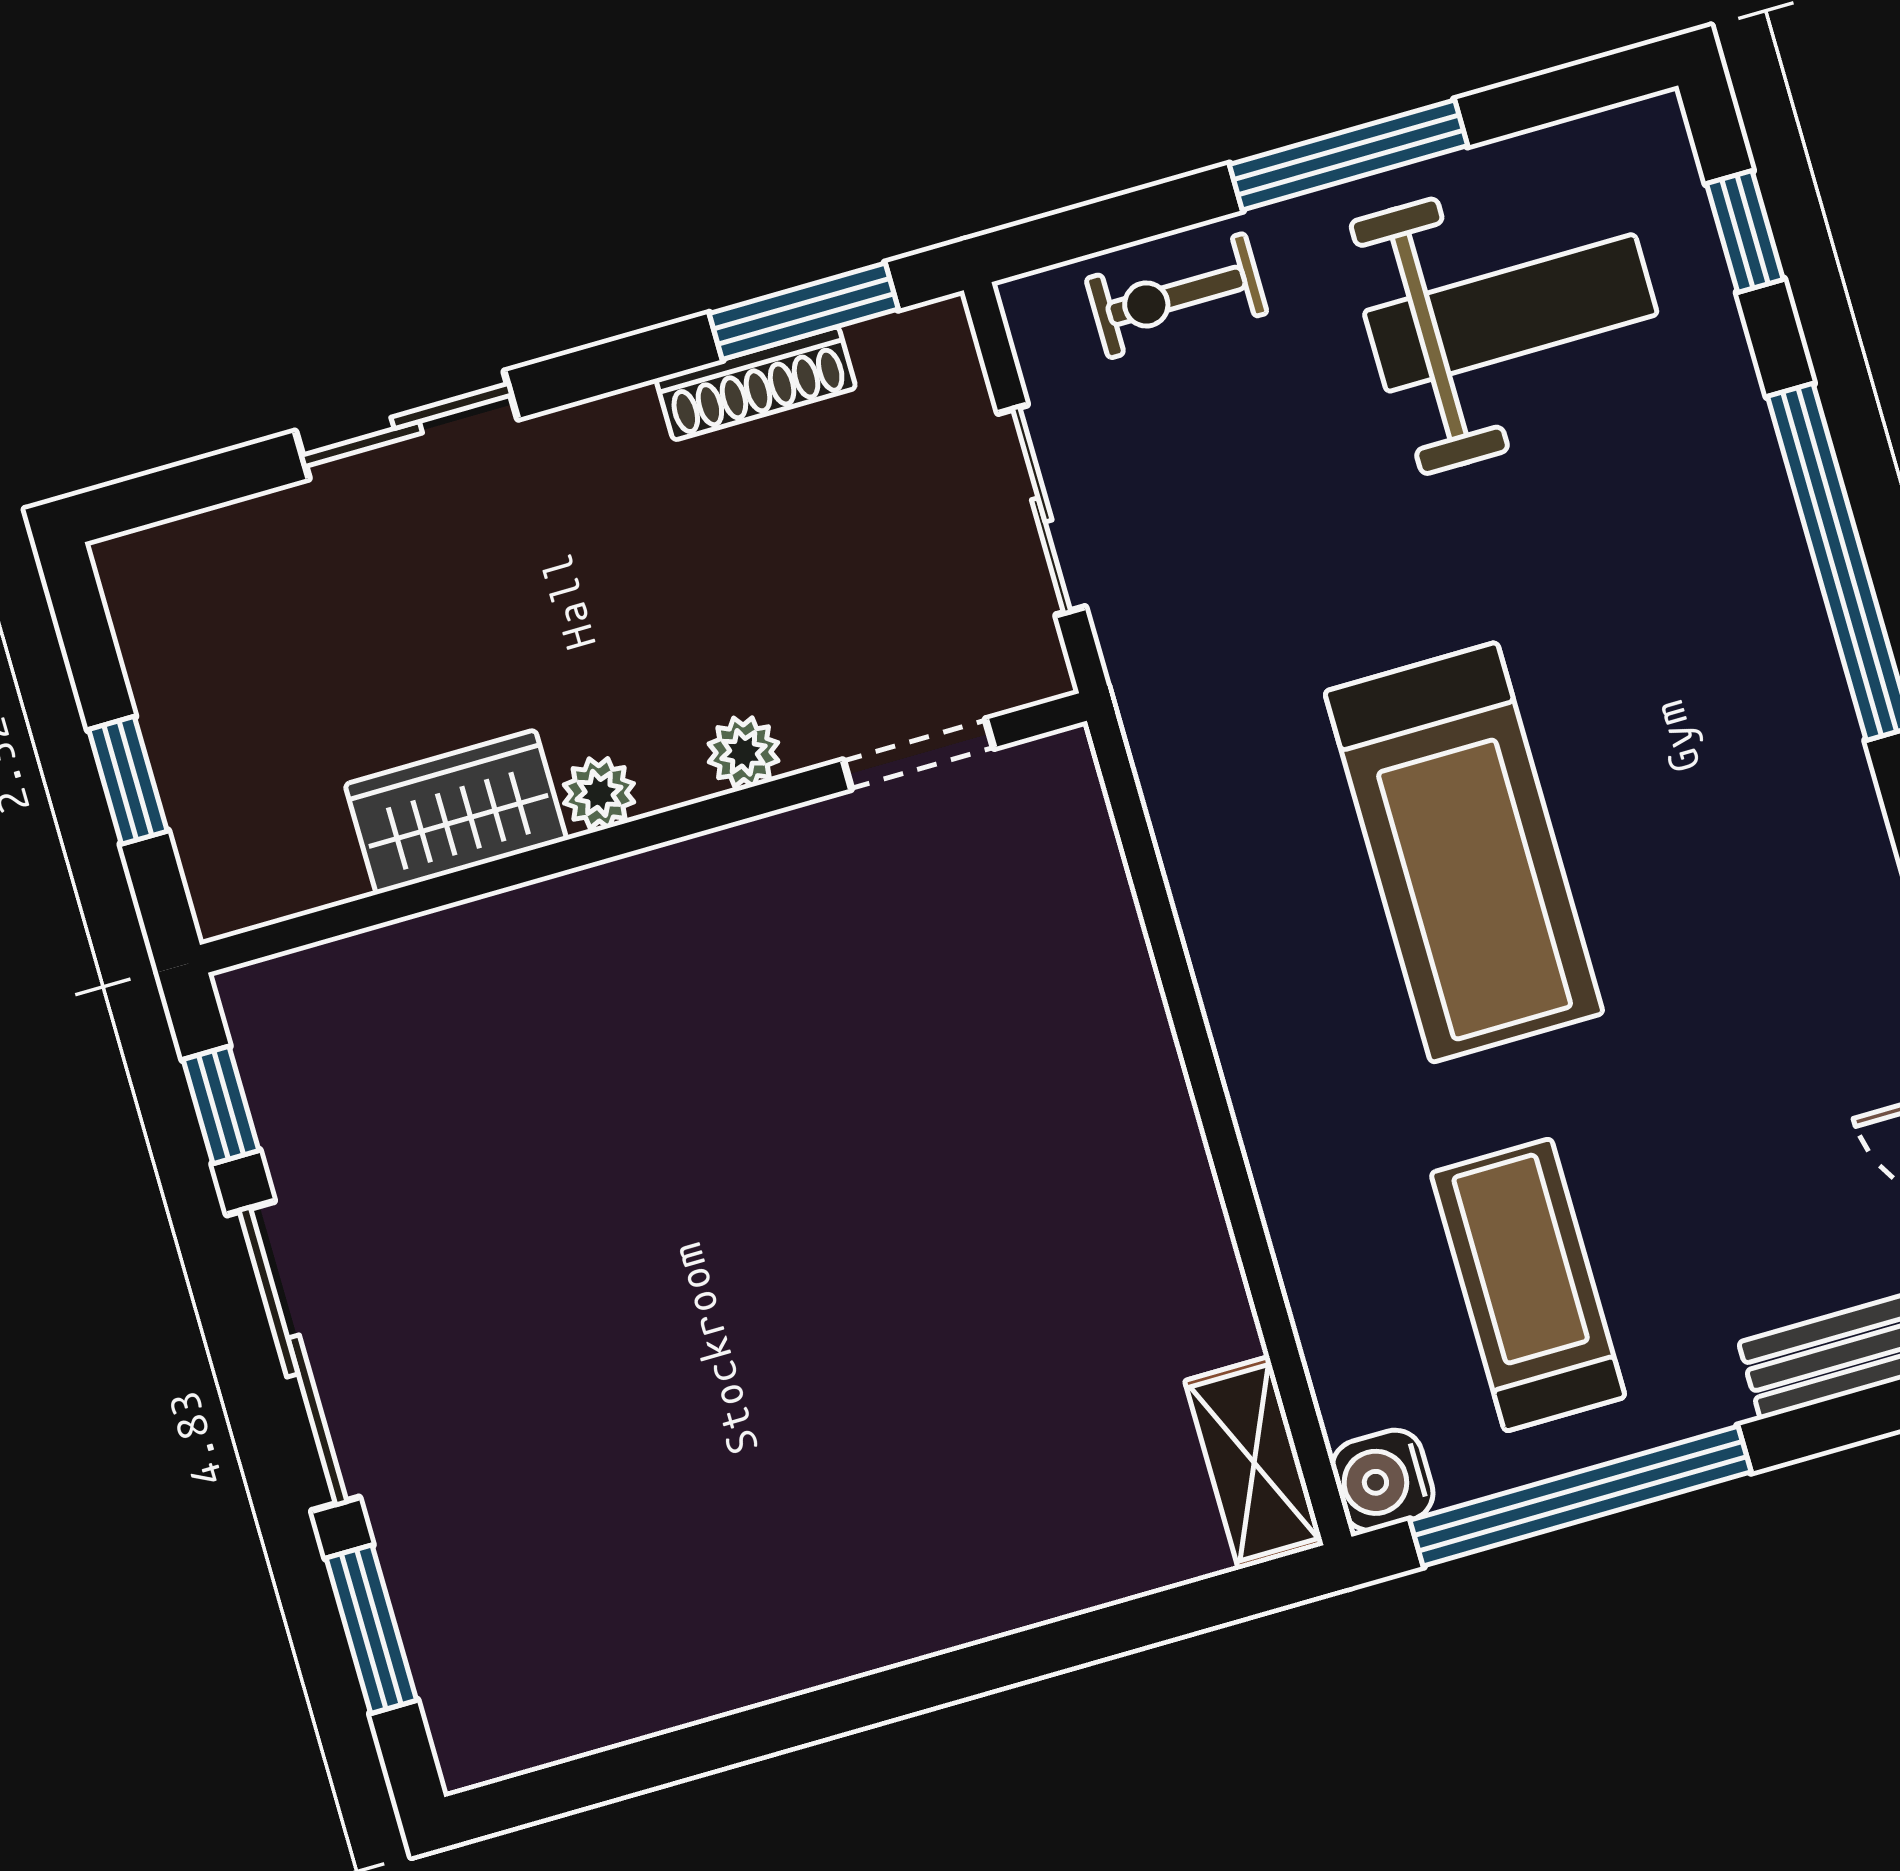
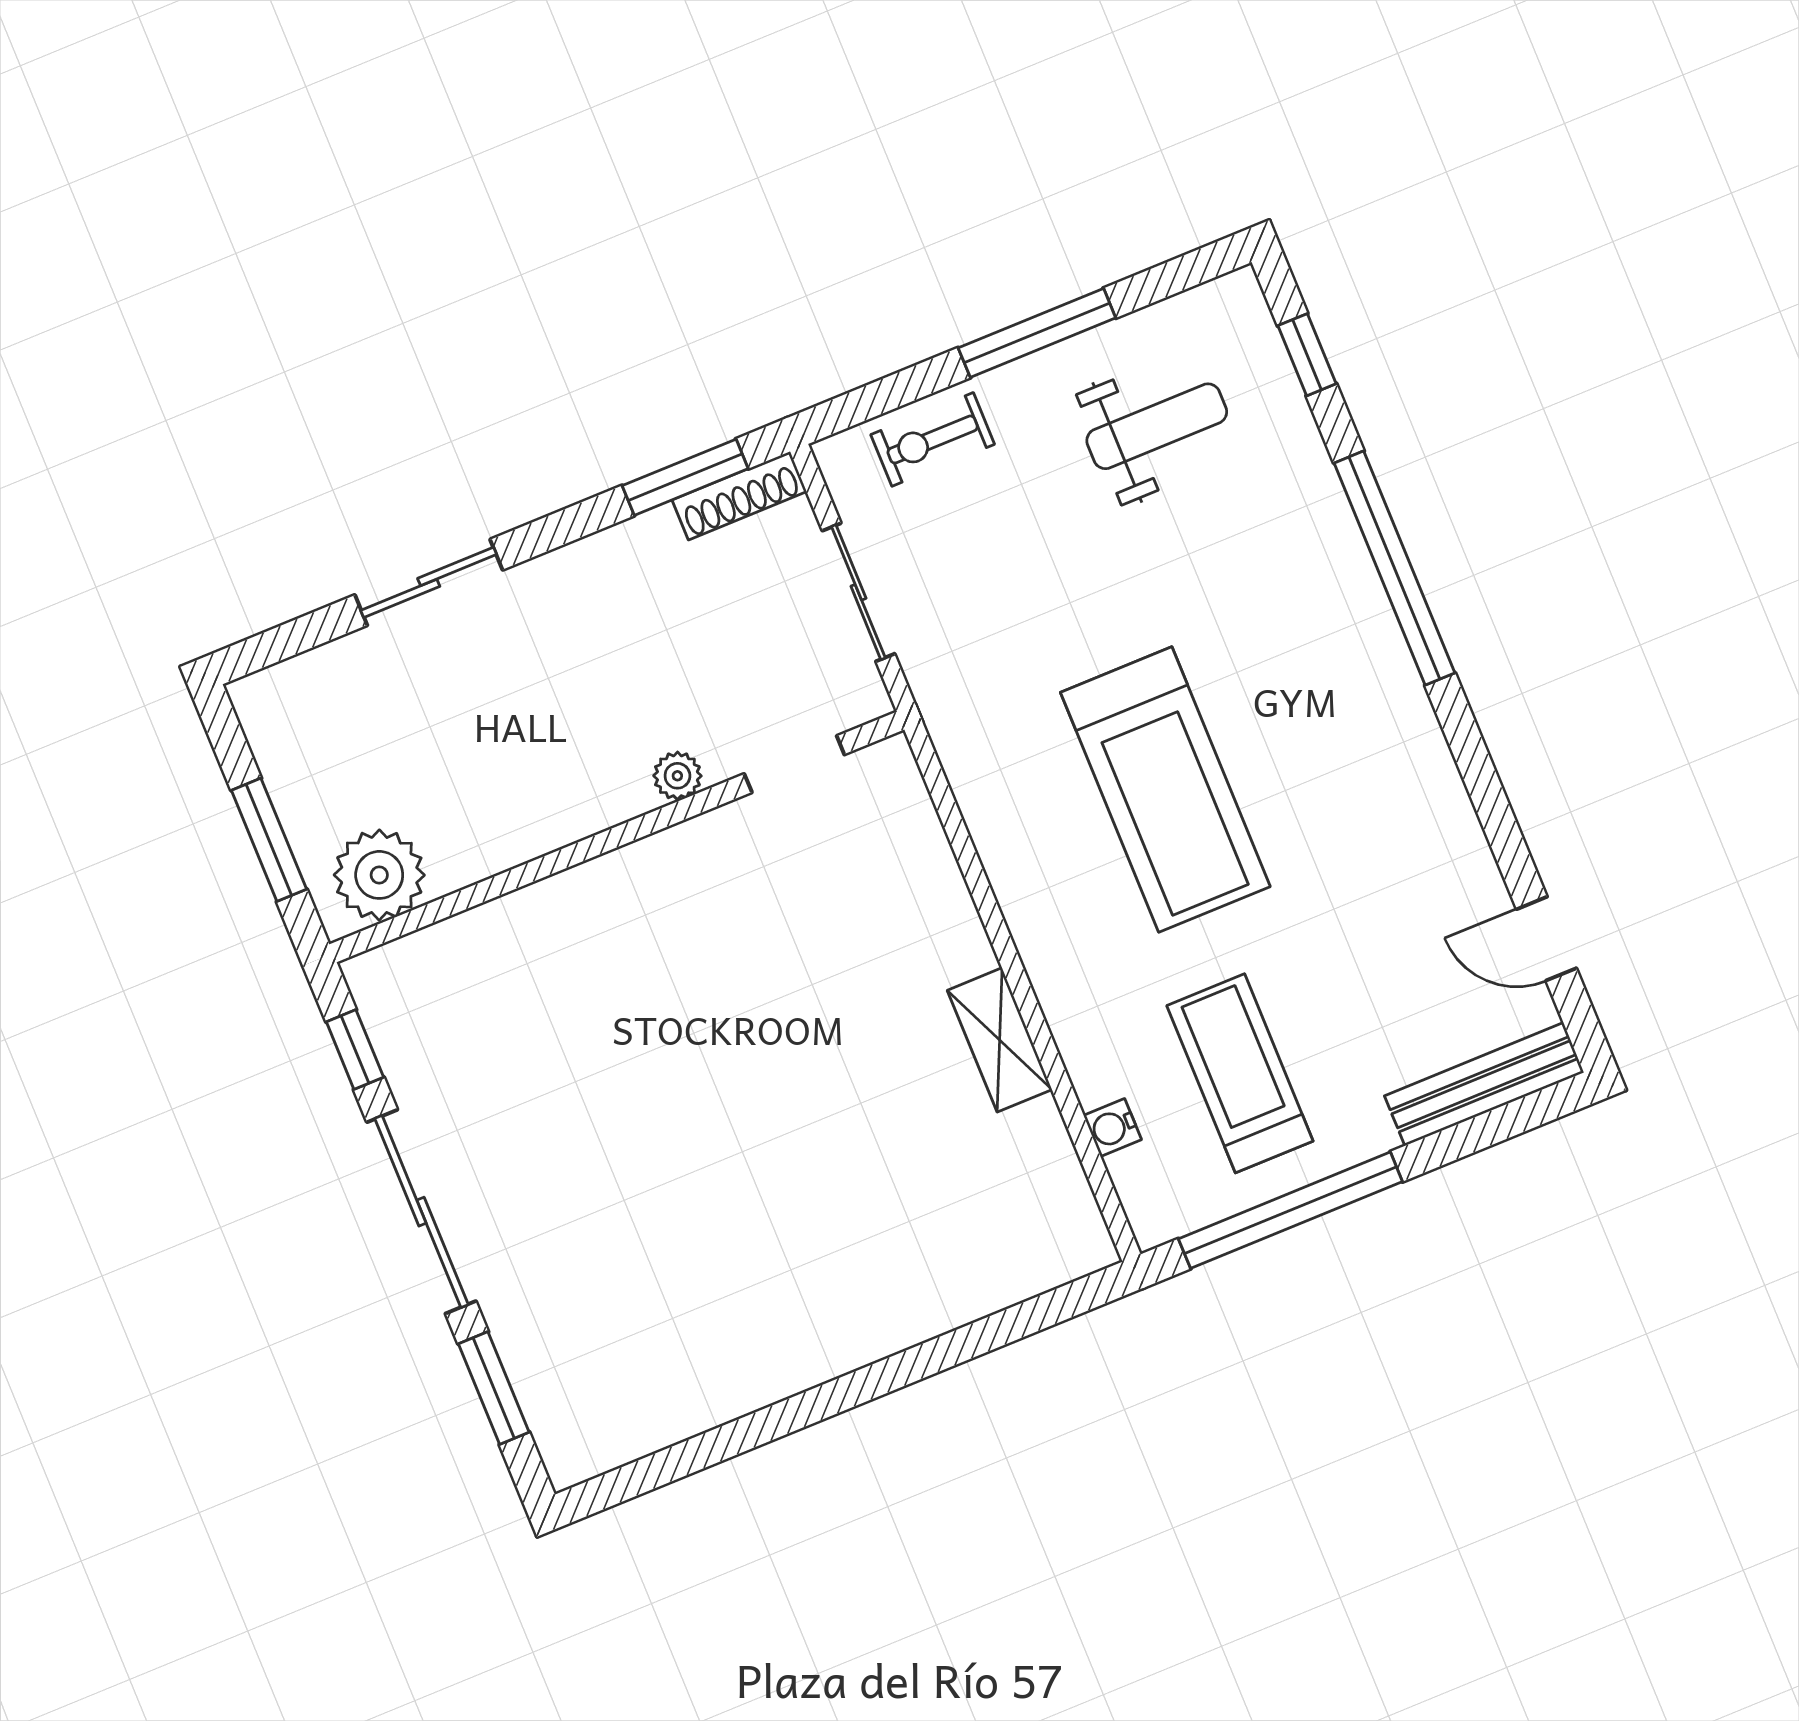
weight bench: (1511, 313) -> (1157, 426), width x0.73, depth x0.75
shoe rack: (756, 383) -> (739, 496), moved
window: (128, 780) -> (269, 840), width x1.50
plant: (599, 793) -> (379, 875), moved, width x1.88, depth x1.88
wardrobe: (456, 812) -> (490, 837), removed
shelving: (1254, 1463) -> (1000, 1040), moved
water cooler: (1383, 1480) -> (1112, 1128), moved, width x0.72, depth x0.72

